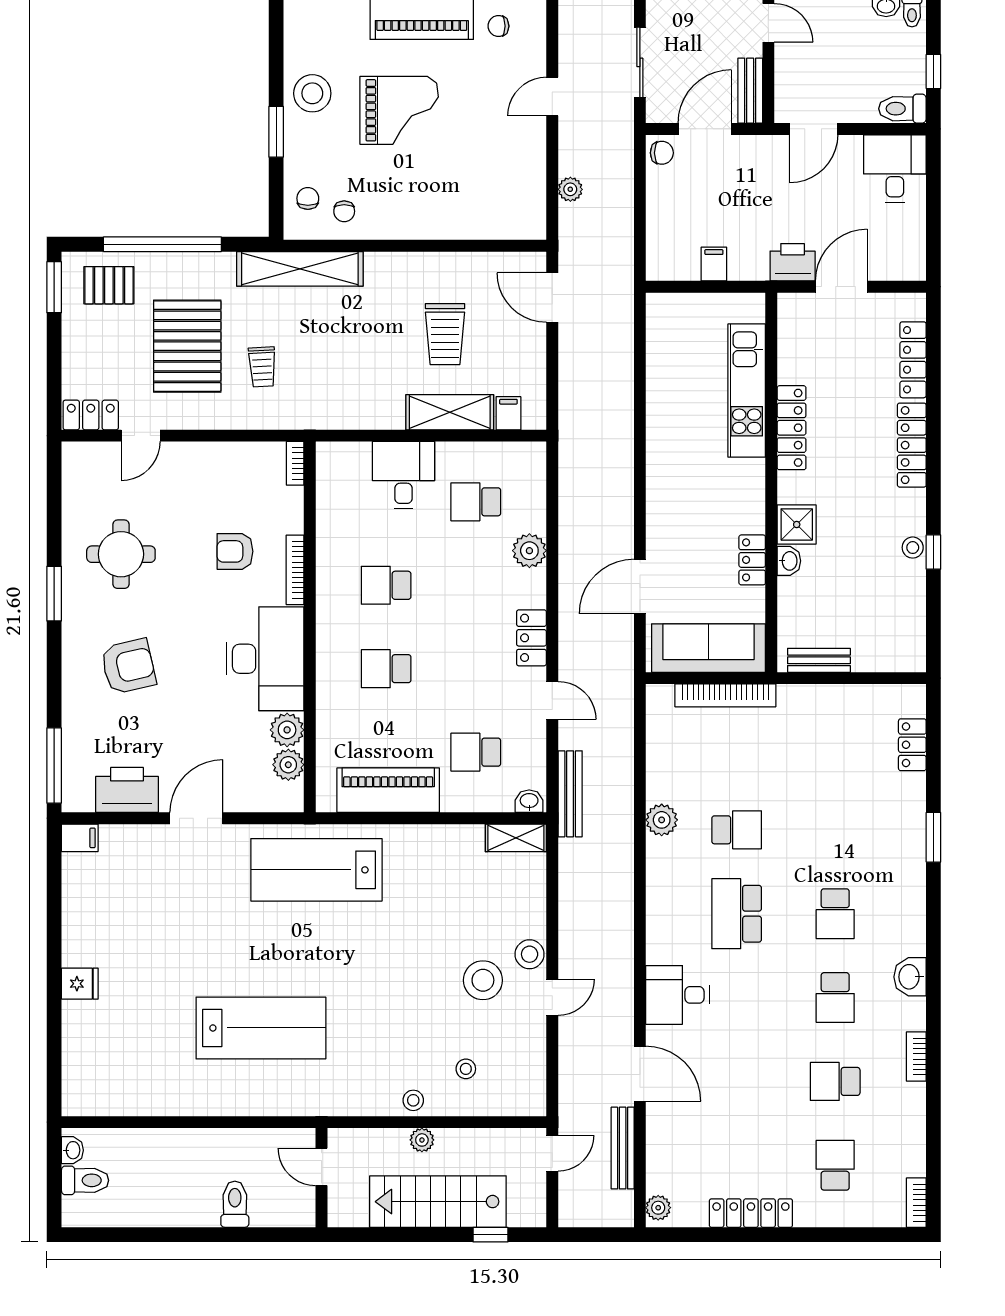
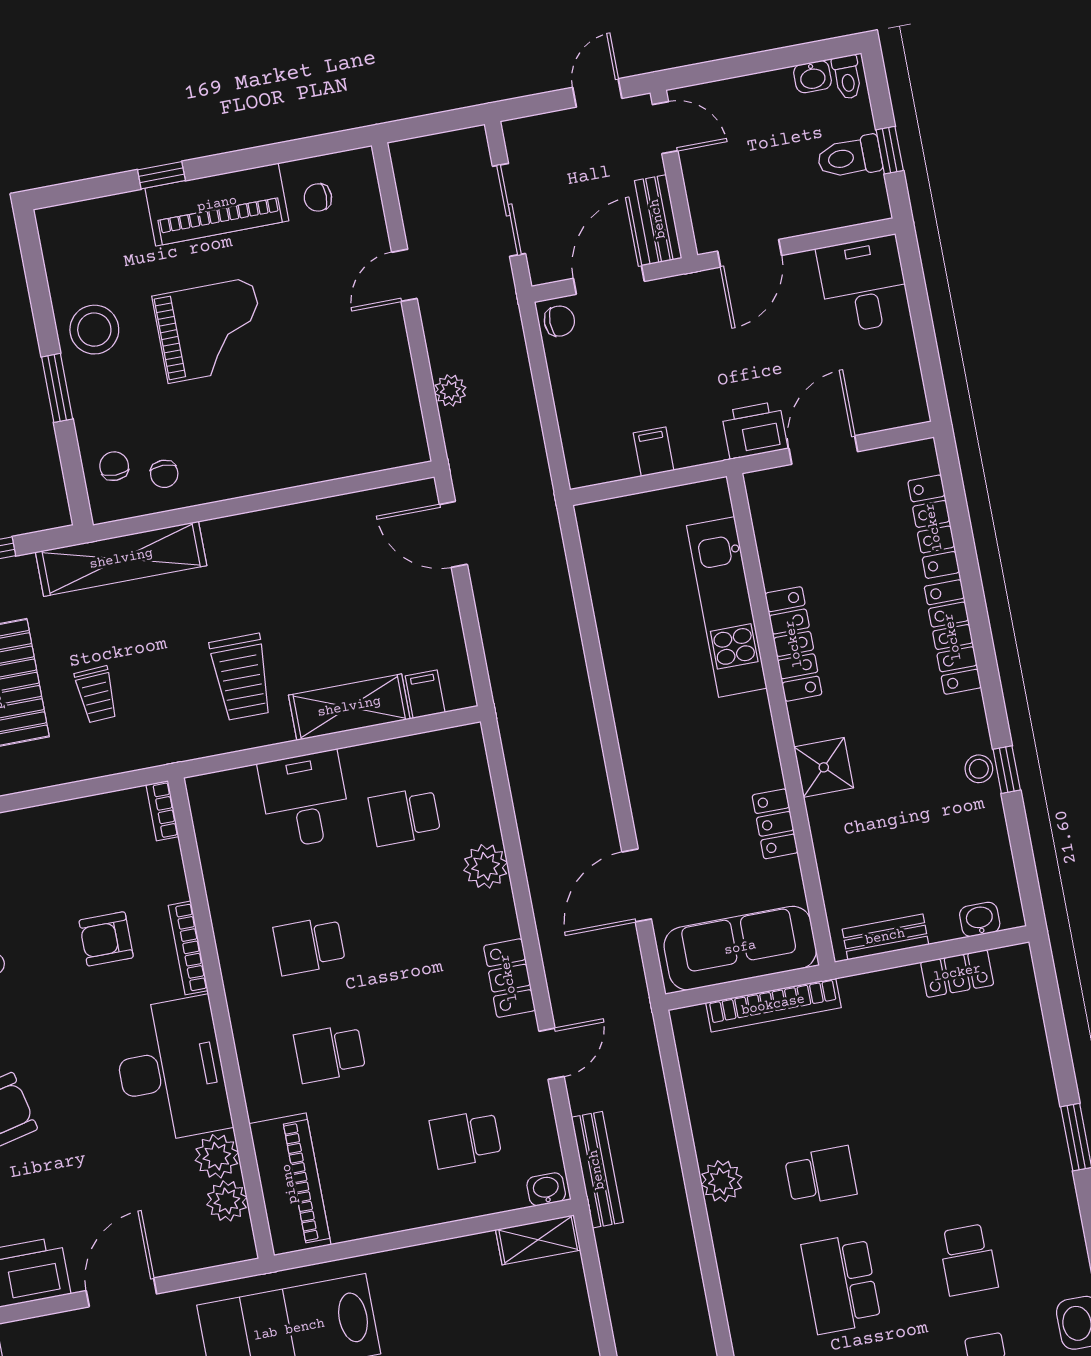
toilet: (902, 109) -> (850, 157), moved
trolley: (445, 334) -> (241, 677), moved
washbasin: (789, 561) -> (980, 919), moved, turned -90
door: (552, 701) -> (551, 1054), hinge flipped
locker: (912, 745) -> (957, 973), moved, turned -90
piano: (388, 790) -> (290, 1184), moved, turned 90

